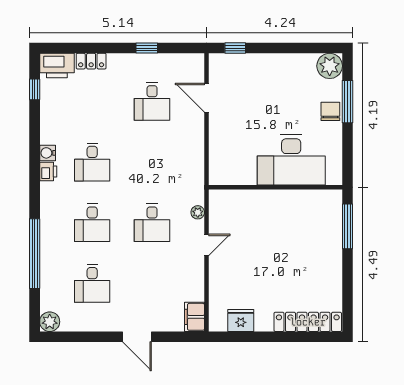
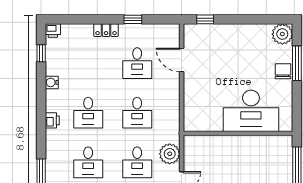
locker: (91, 61) -> (106, 30), moved
printer: (57, 66) -> (53, 31), width x0.53, depth x0.68
water cooler: (48, 153) -> (52, 82), moved
desk: (152, 162) -> (137, 113), added
plant: (198, 212) -> (170, 154), width x1.87, depth x1.87

